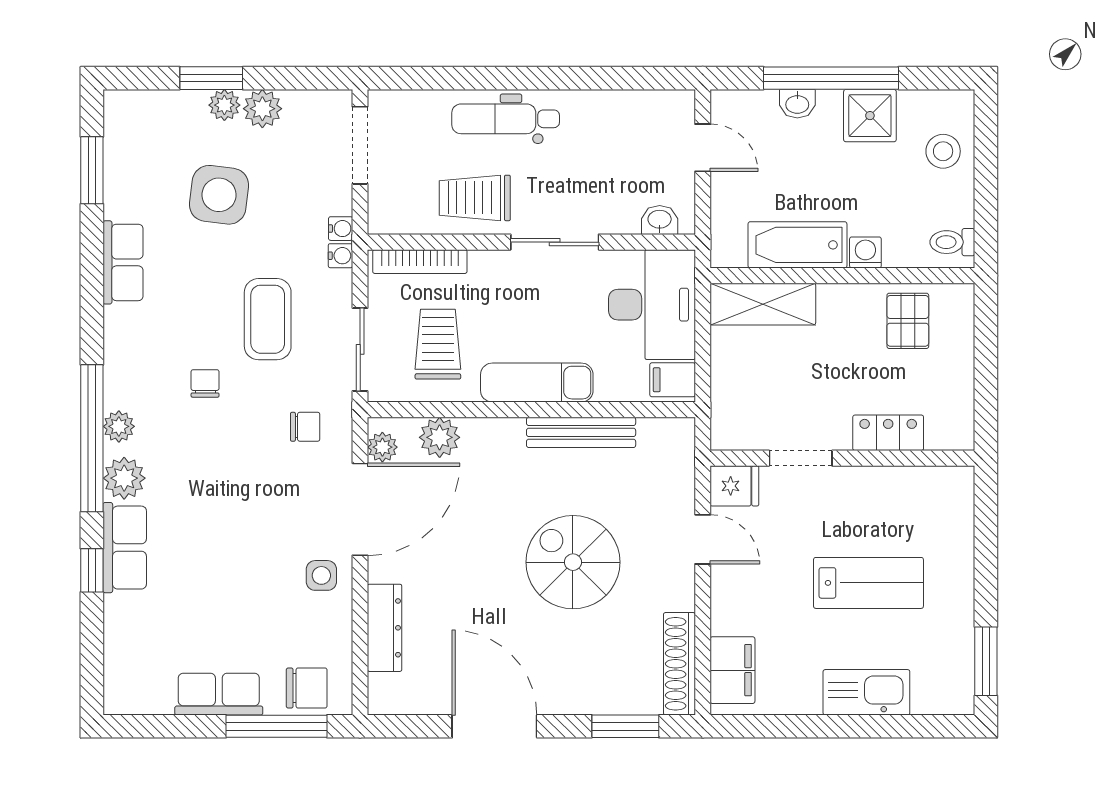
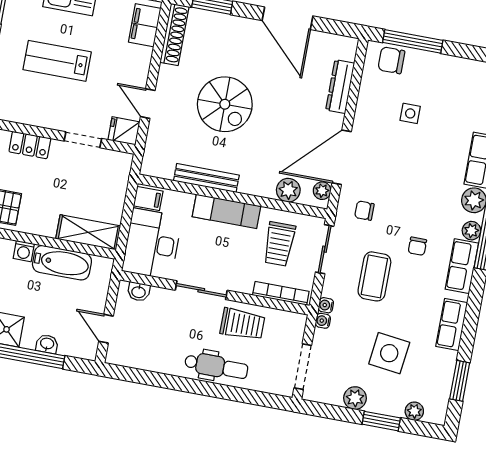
plant: (224, 105) -> (414, 411), moved
side table: (321, 575) -> (410, 113), moved
row of seats: (219, 694) -> (462, 266), moved, turned 90

